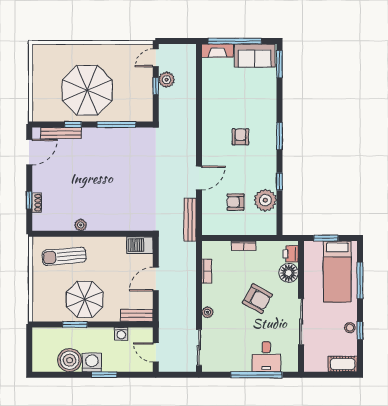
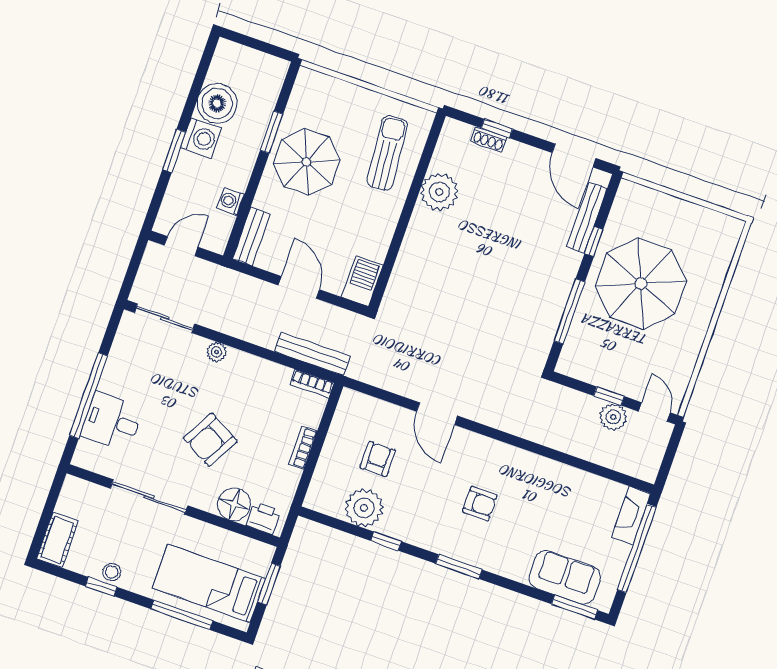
sofa: (255, 56) -> (565, 577), moved, turned 90
bench: (190, 220) -> (312, 354), moved
plant: (81, 225) -> (439, 192), width x1.87, depth x1.87
bookcase: (207, 271) -> (312, 384), moved

